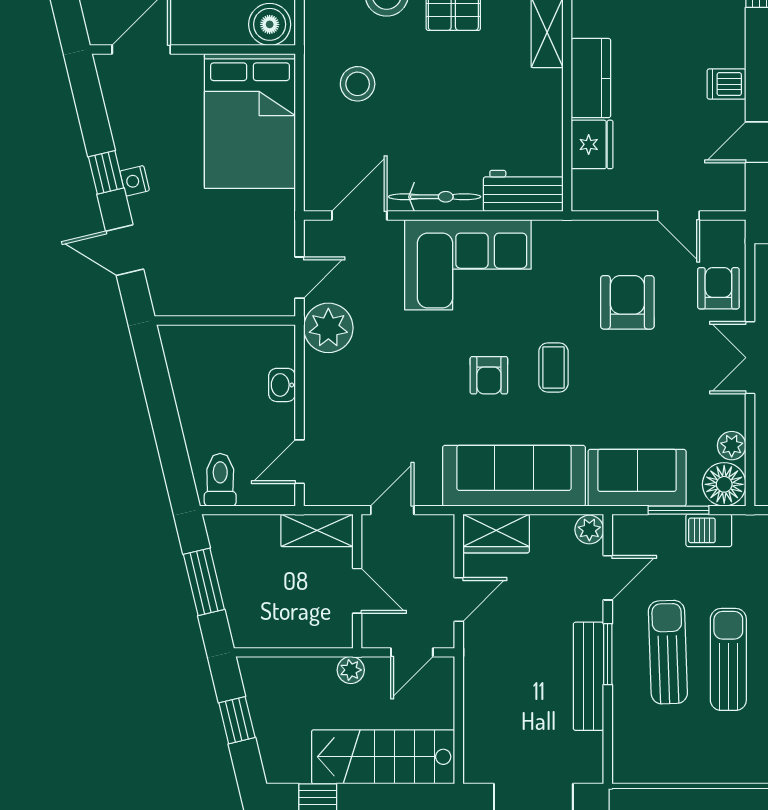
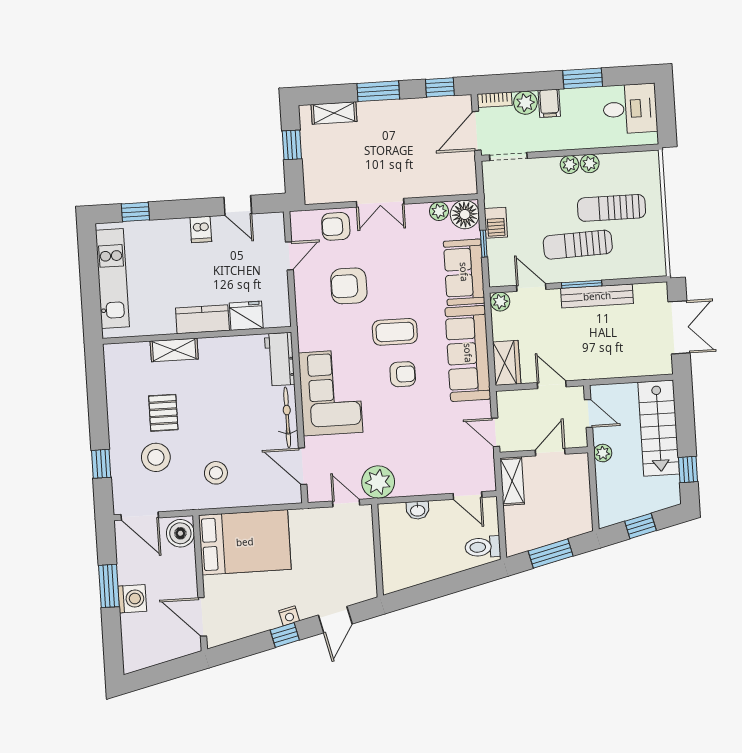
coffee table: (553, 367) -> (395, 332), width x1.36, depth x1.30
window: (679, 510) -> (484, 244), width x0.67
sun lounger: (728, 659) -> (612, 208), moved

